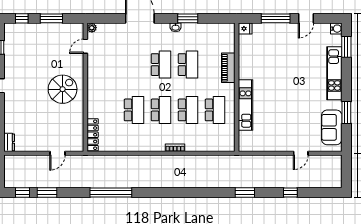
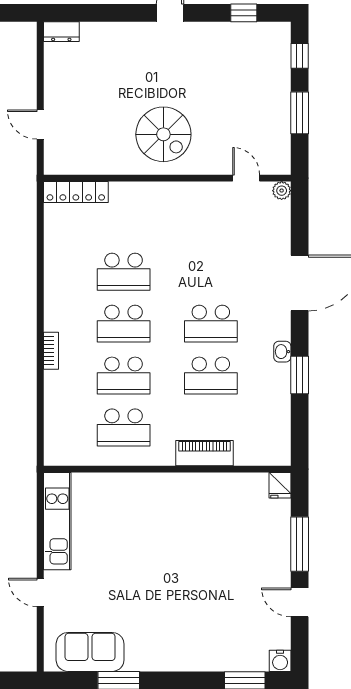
kitchen unit: (334, 73) -> (194, 657), removed
kitchen unit: (245, 105) -> (57, 521), moved, turned -90

